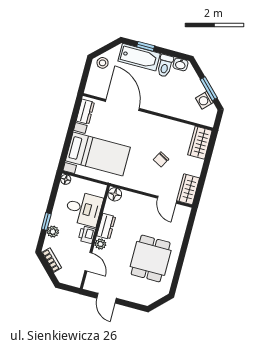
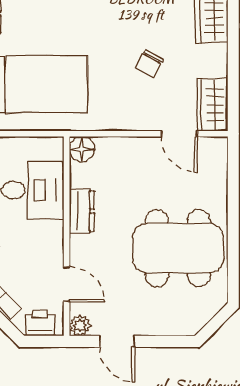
printer: (87, 235) -> (40, 323), moved, turned 90
plant: (100, 244) -> (80, 325), moved
dining table: (151, 258) -> (178, 248), width x1.38

